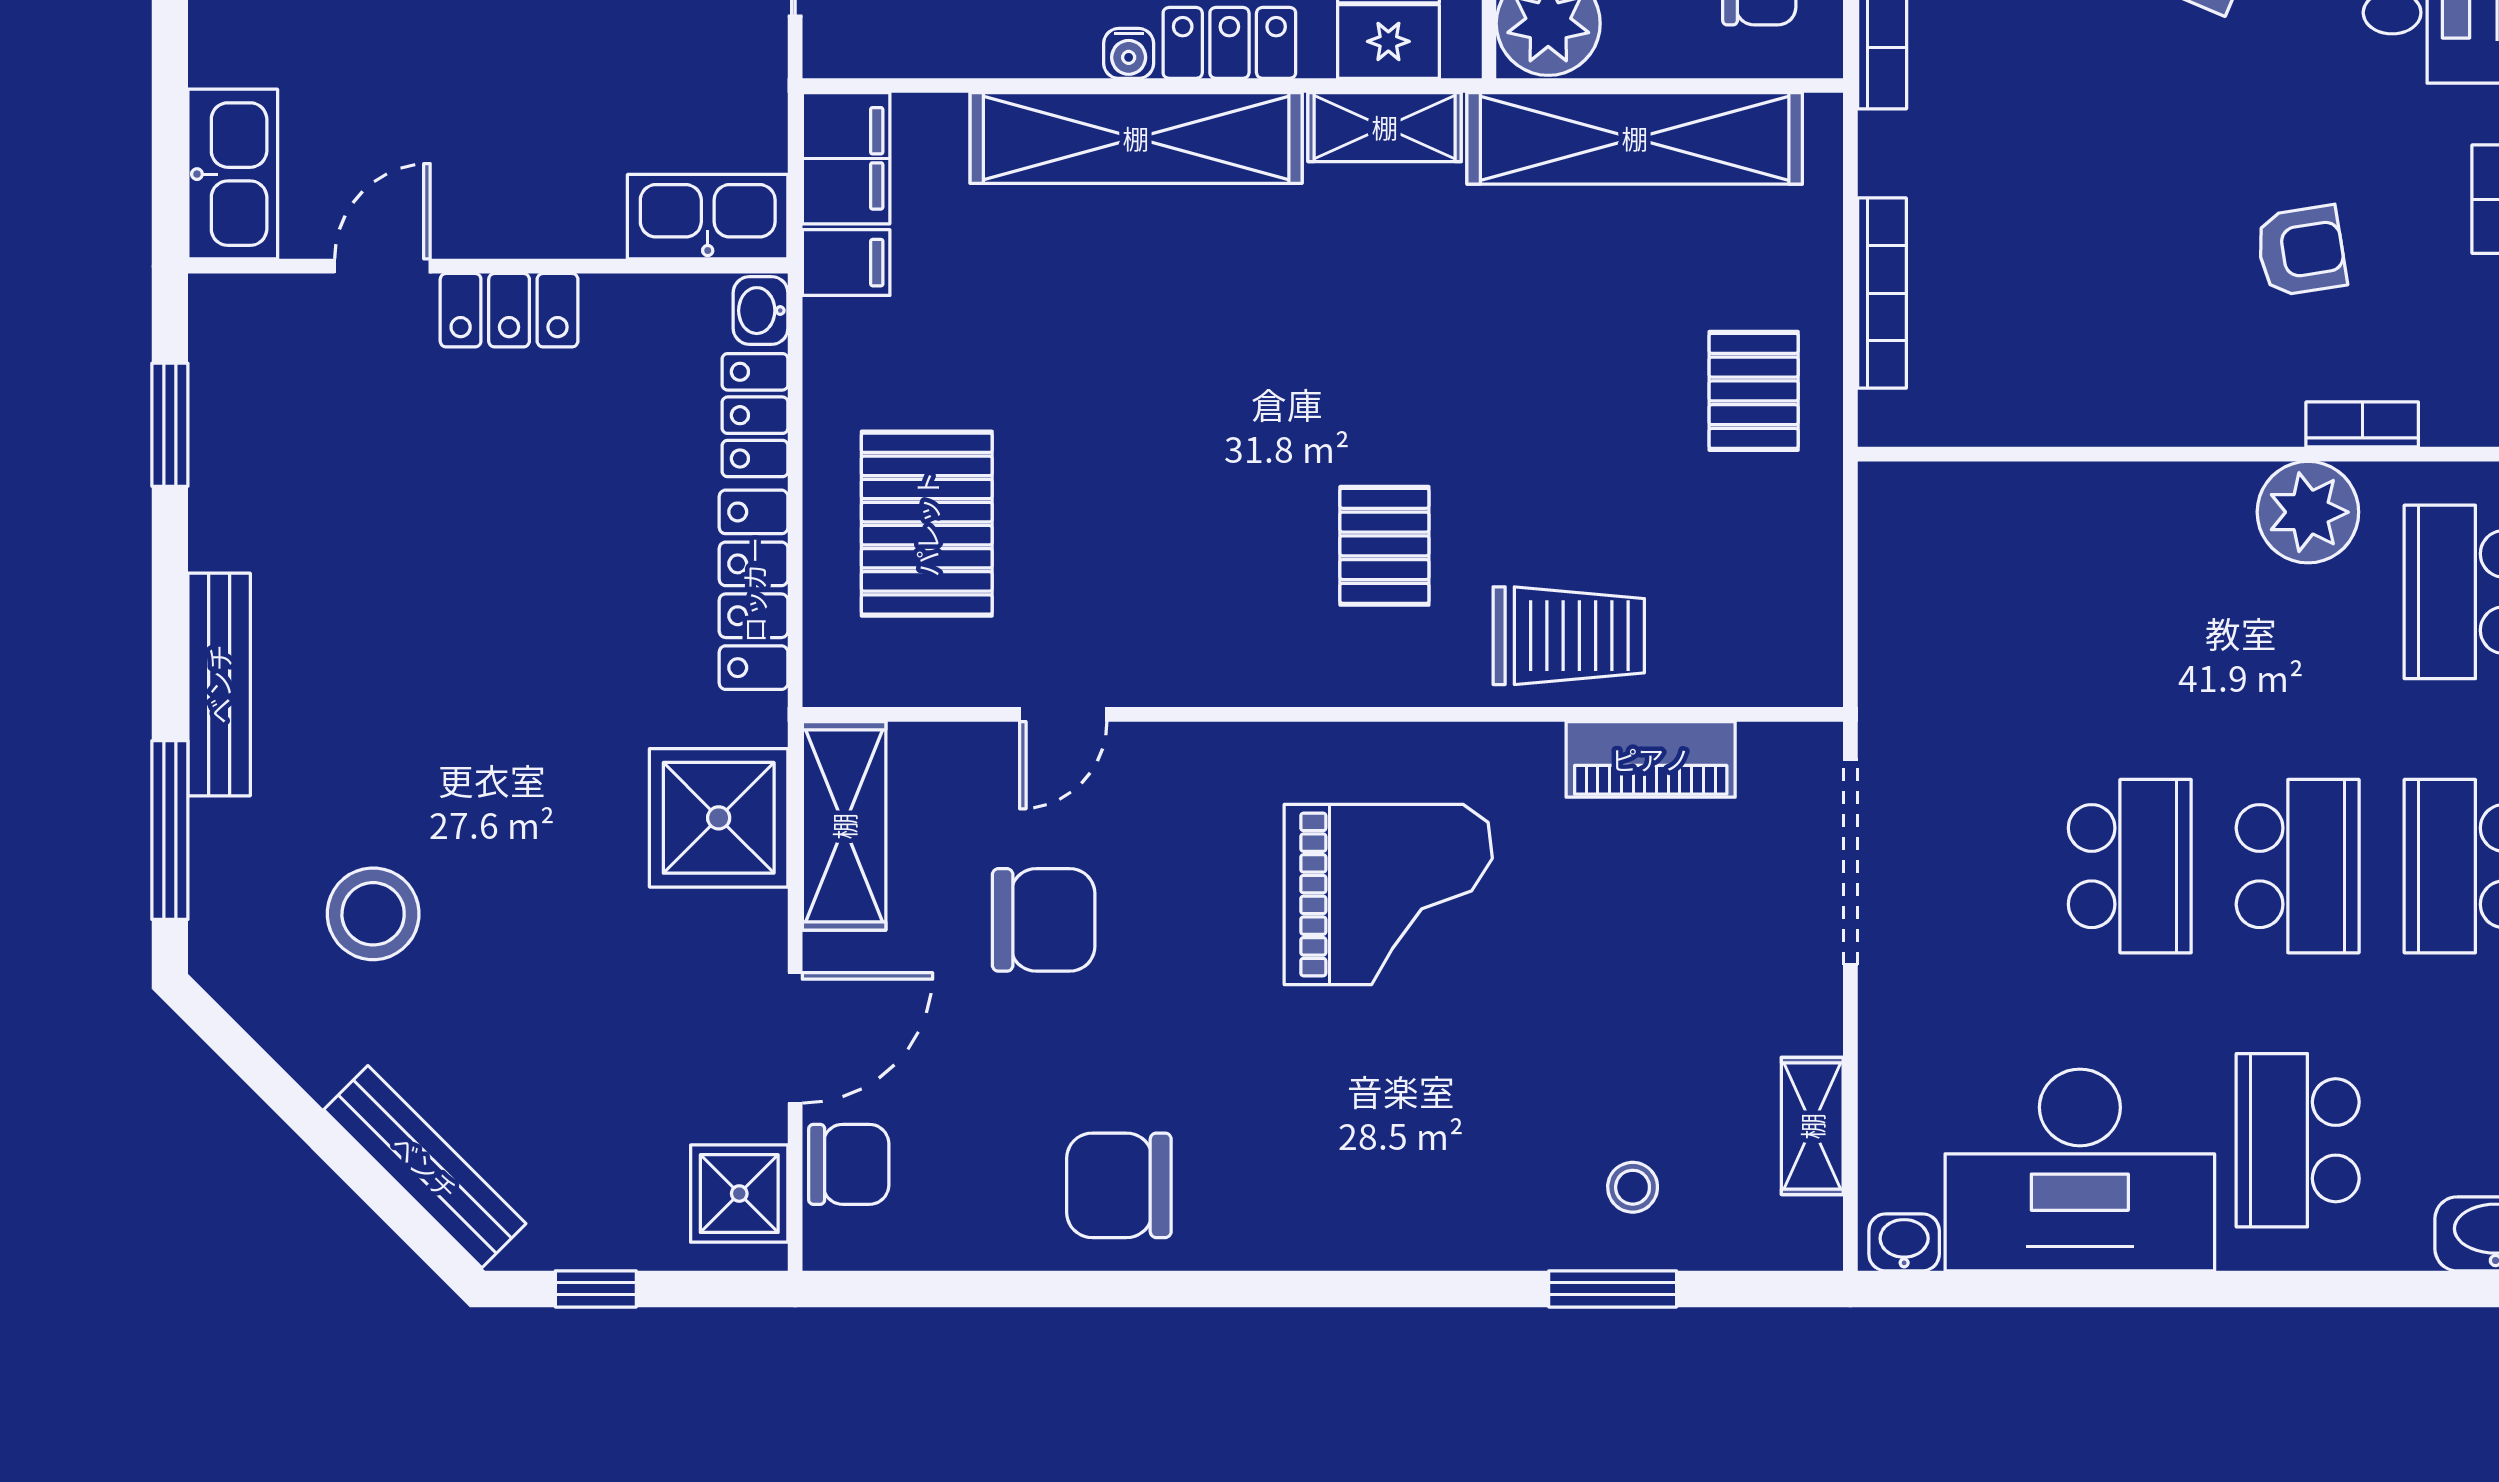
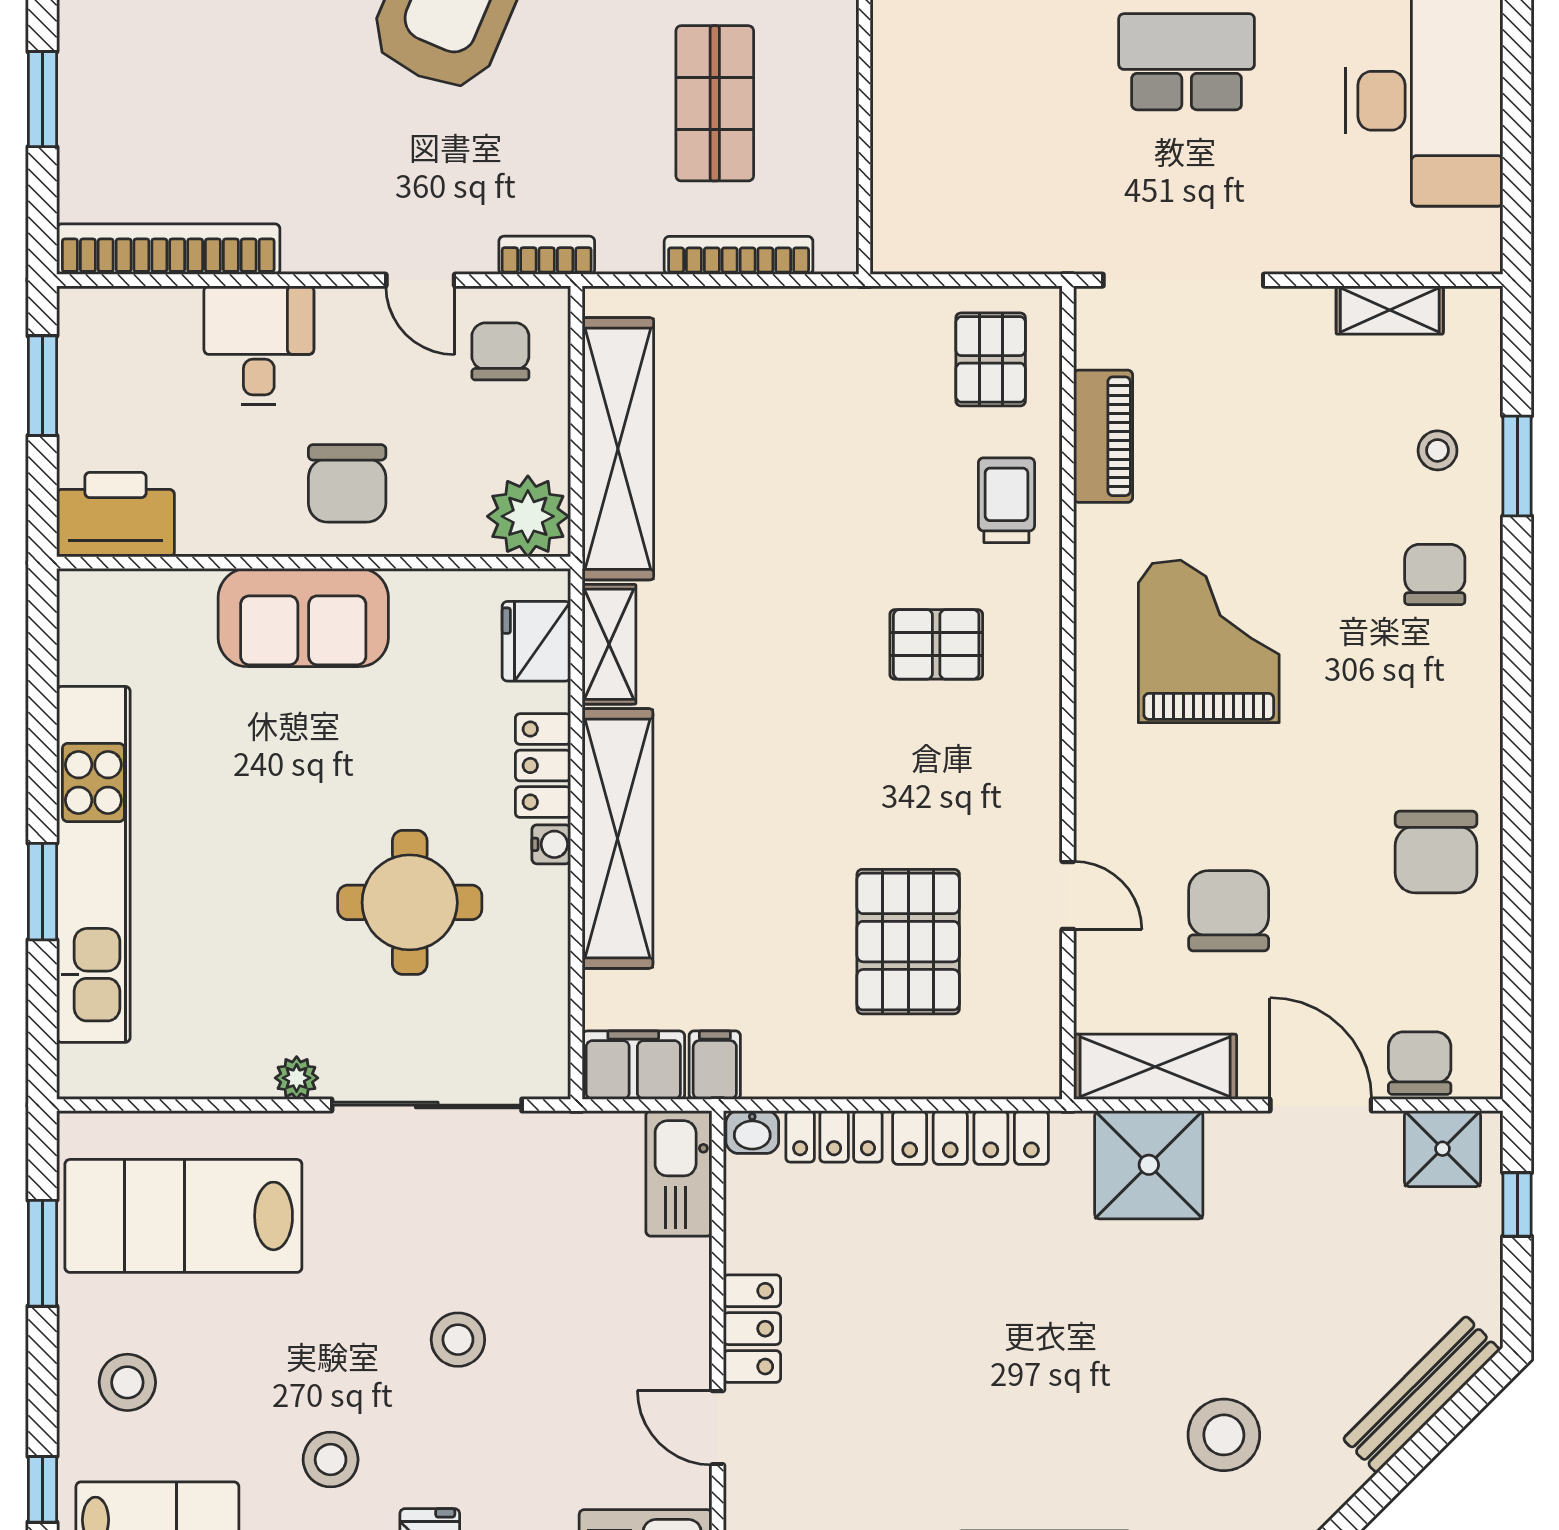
shop shelf: (2077, 263) -> (715, 103), added
pallet: (1754, 391) -> (991, 359), moved, turned 90
pallet: (927, 524) -> (908, 942), moved, turned 90
trolley: (1569, 636) -> (1006, 500), width x0.73, depth x0.72
chair: (1474, 1184) -> (1435, 574), added
washbasin: (1904, 1242) -> (1481, 238), removed
window: (596, 1289) -> (1517, 1204), moved

